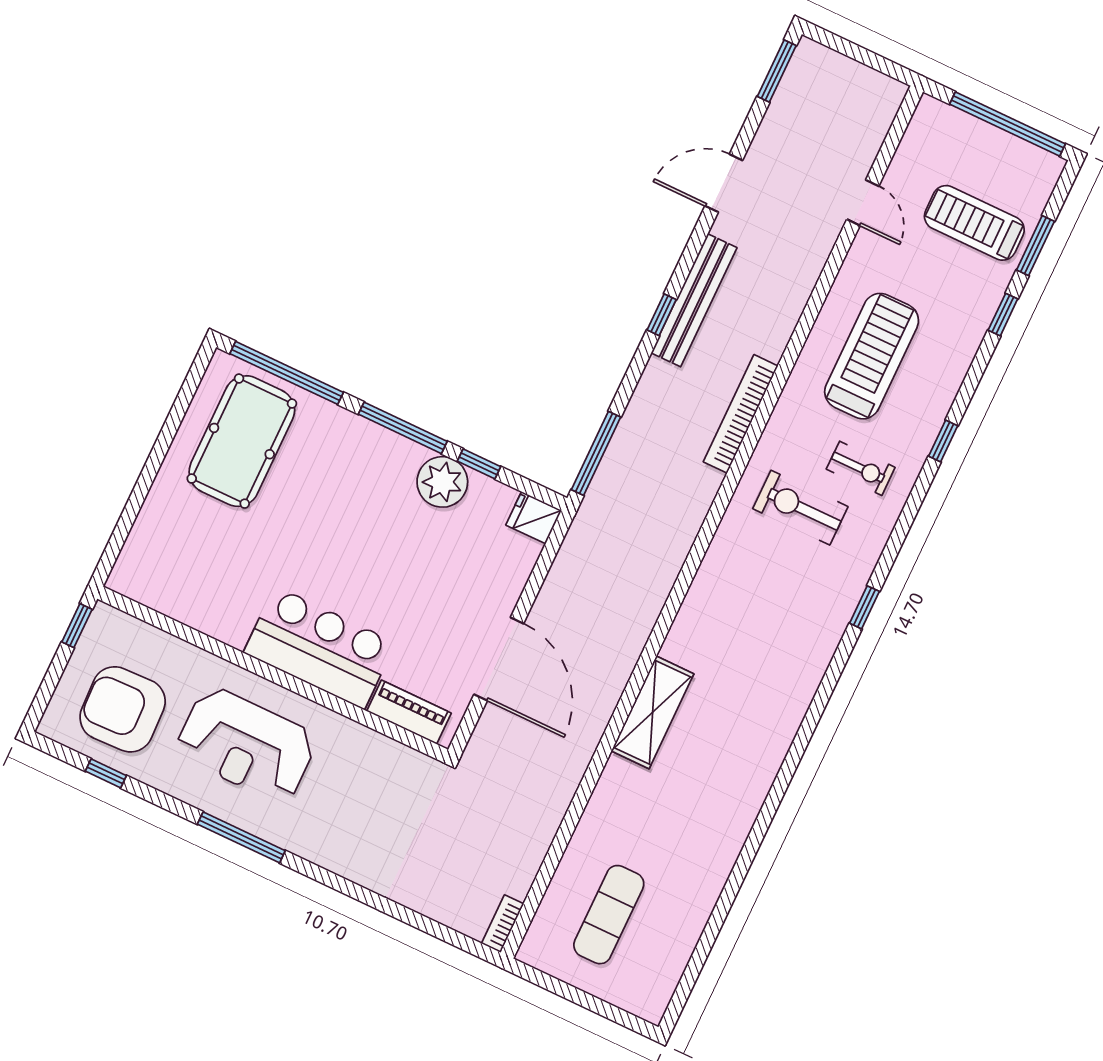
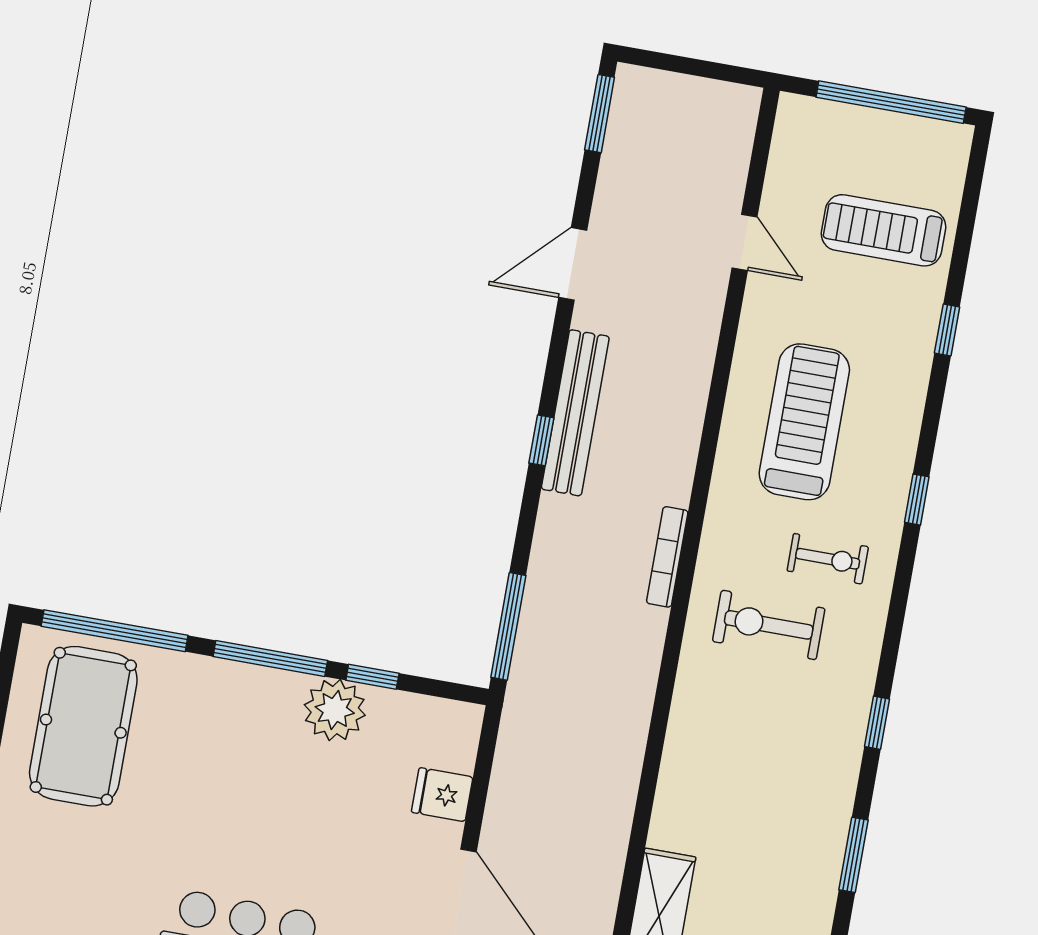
window: (1035, 246) -> (854, 855), moved
bookcase: (741, 414) -> (667, 557), width x0.68, depth x0.76
fridge: (534, 518) -> (442, 795), moved

